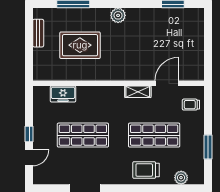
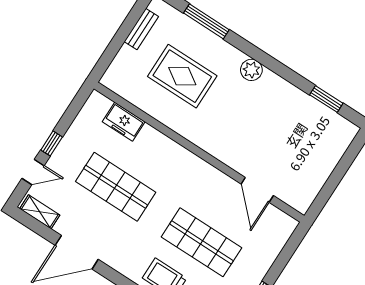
door: (167, 83) -> (257, 190), swing flipped
shelving: (138, 92) -> (40, 212), moved
trolley: (191, 105) -> (270, 234), removed

